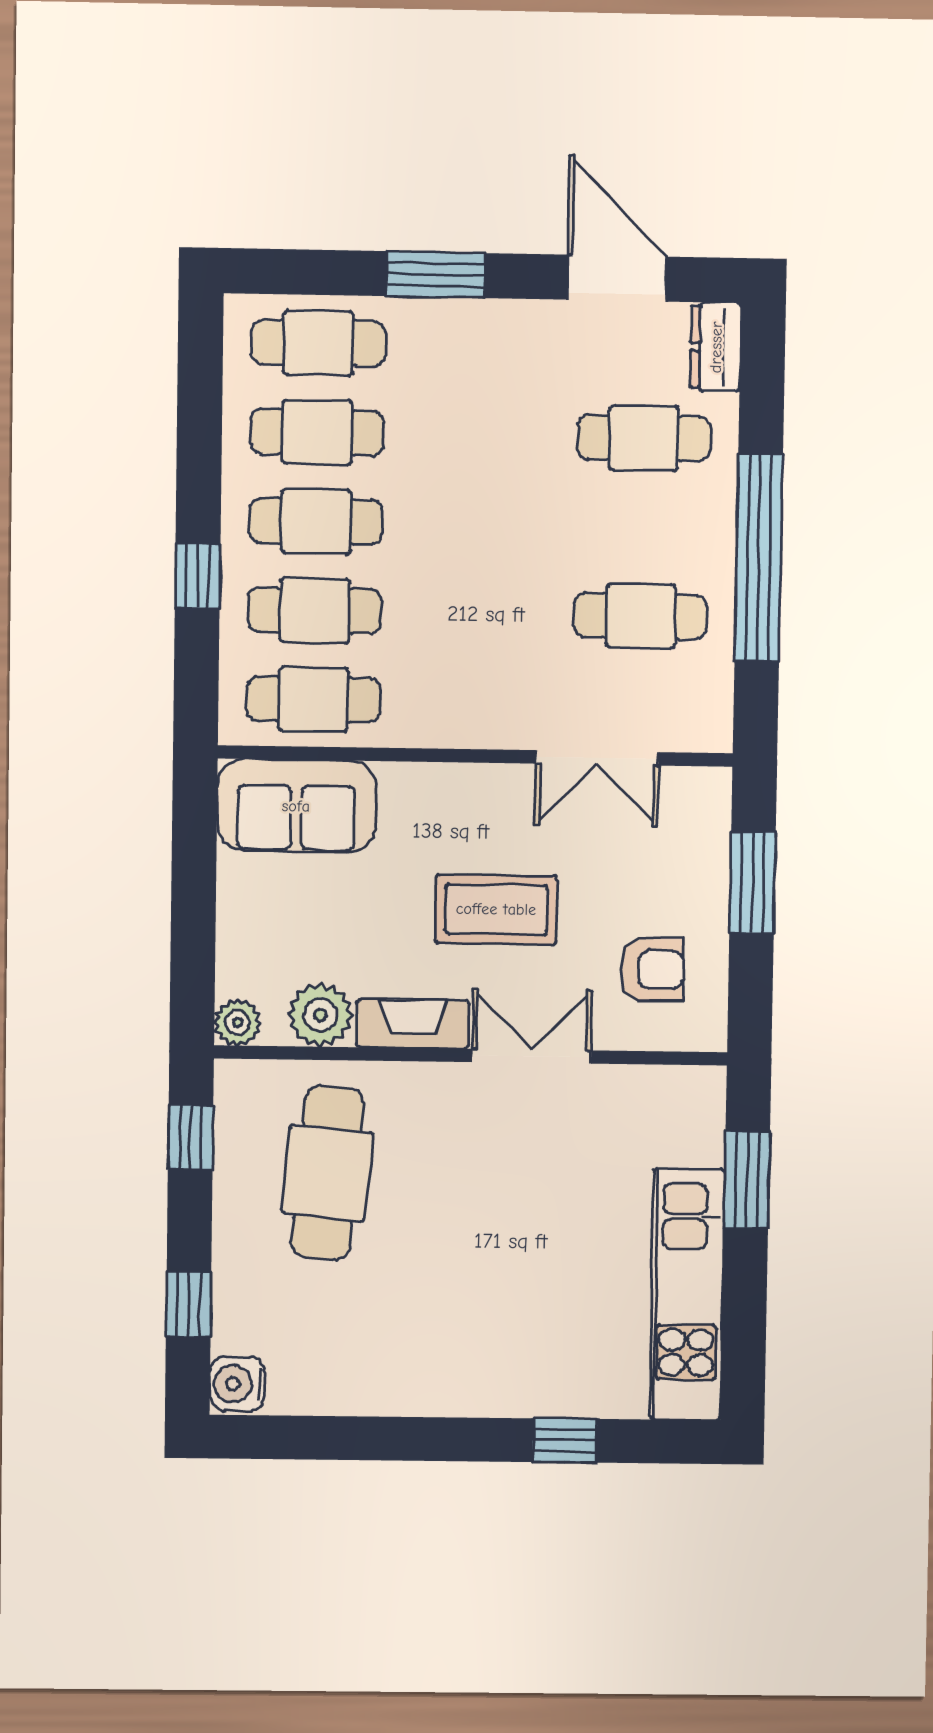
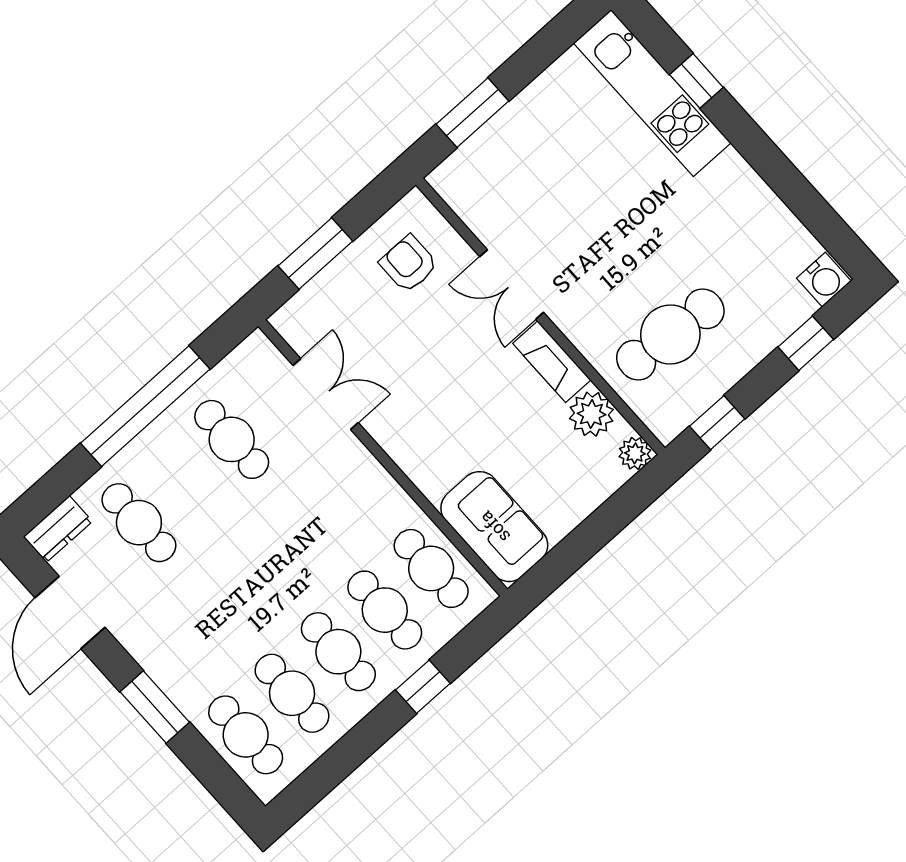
coffee table: (496, 909) -> (452, 374), removed
kitchen unit: (687, 1294) -> (652, 93), moved, turned 90

